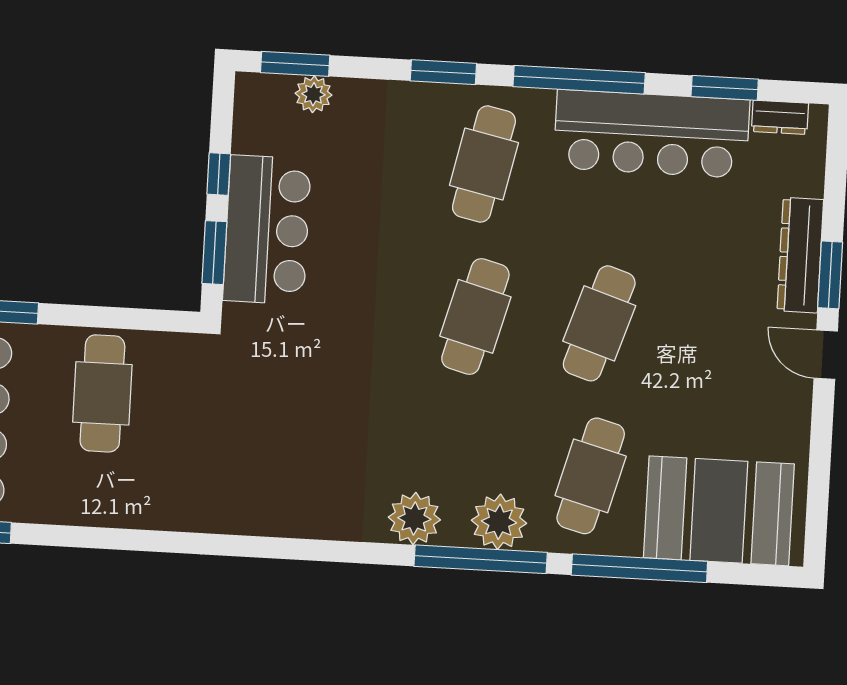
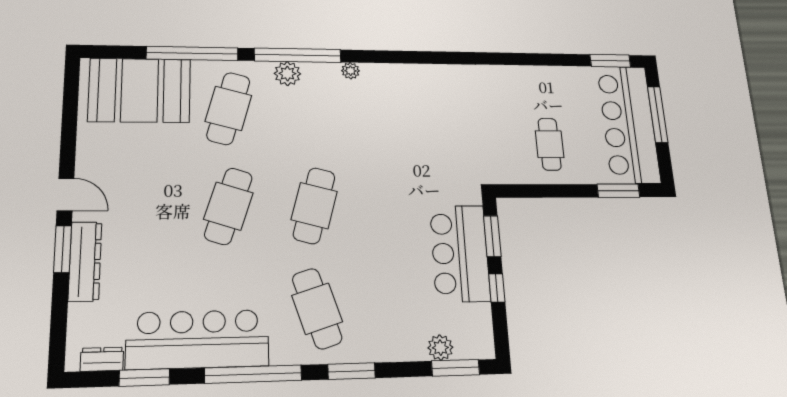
cafe table: (484, 164) -> (317, 309), turned -30
cafe table: (102, 393) -> (550, 144), width x0.73, depth x0.74
plant: (414, 519) -> (350, 71), width x0.53, depth x0.53
plant: (499, 522) -> (287, 74), width x0.73, depth x0.73

